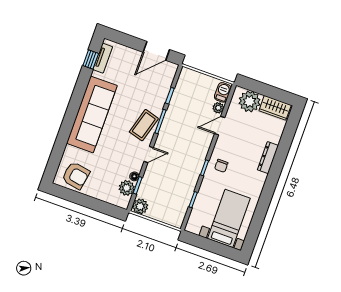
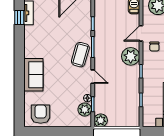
plant: (218, 108) -> (131, 56), moved, width x1.88, depth x1.88
sofa: (92, 114) -> (33, 75), width x0.54, depth x0.79
door: (149, 155) -> (93, 77), hinge flipped
chair: (221, 166) -> (154, 47), moved
armchair: (76, 176) -> (41, 114), turned -100

